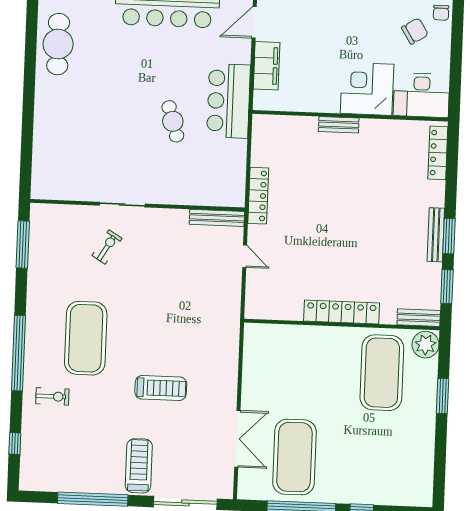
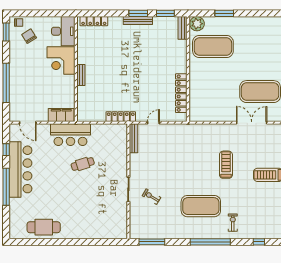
filing cabinet: (267, 66) -> (61, 115), moved
locker: (342, 312) -> (181, 93), moved

